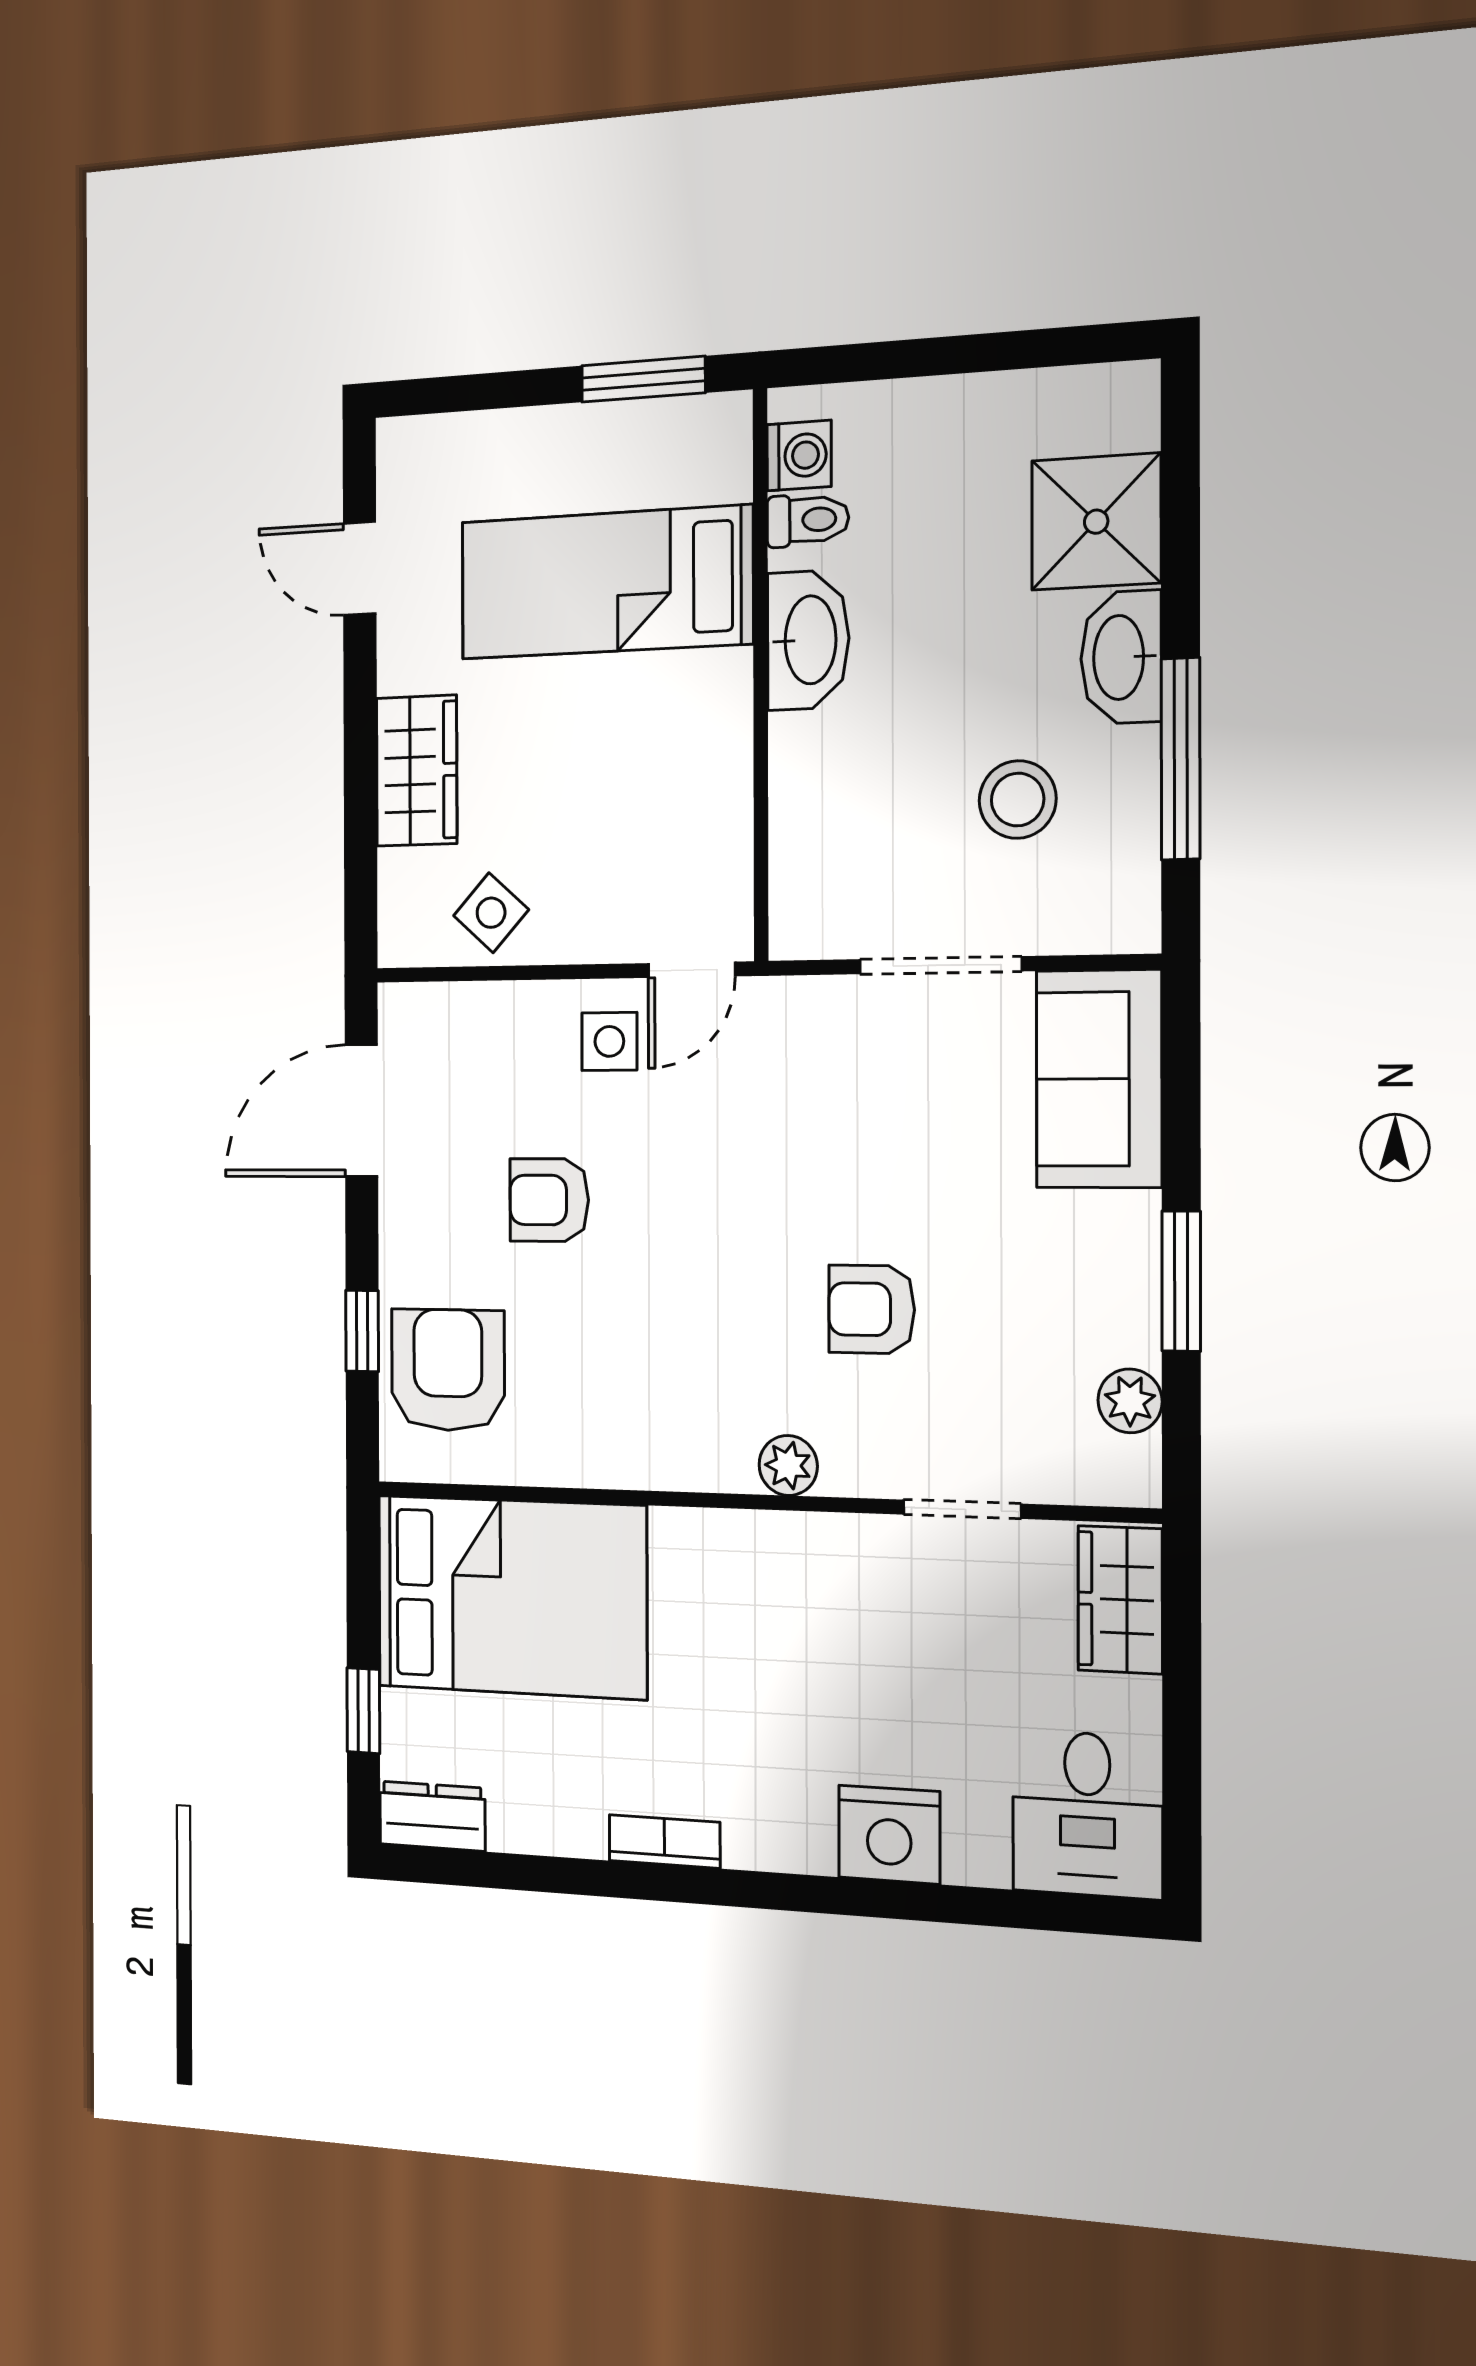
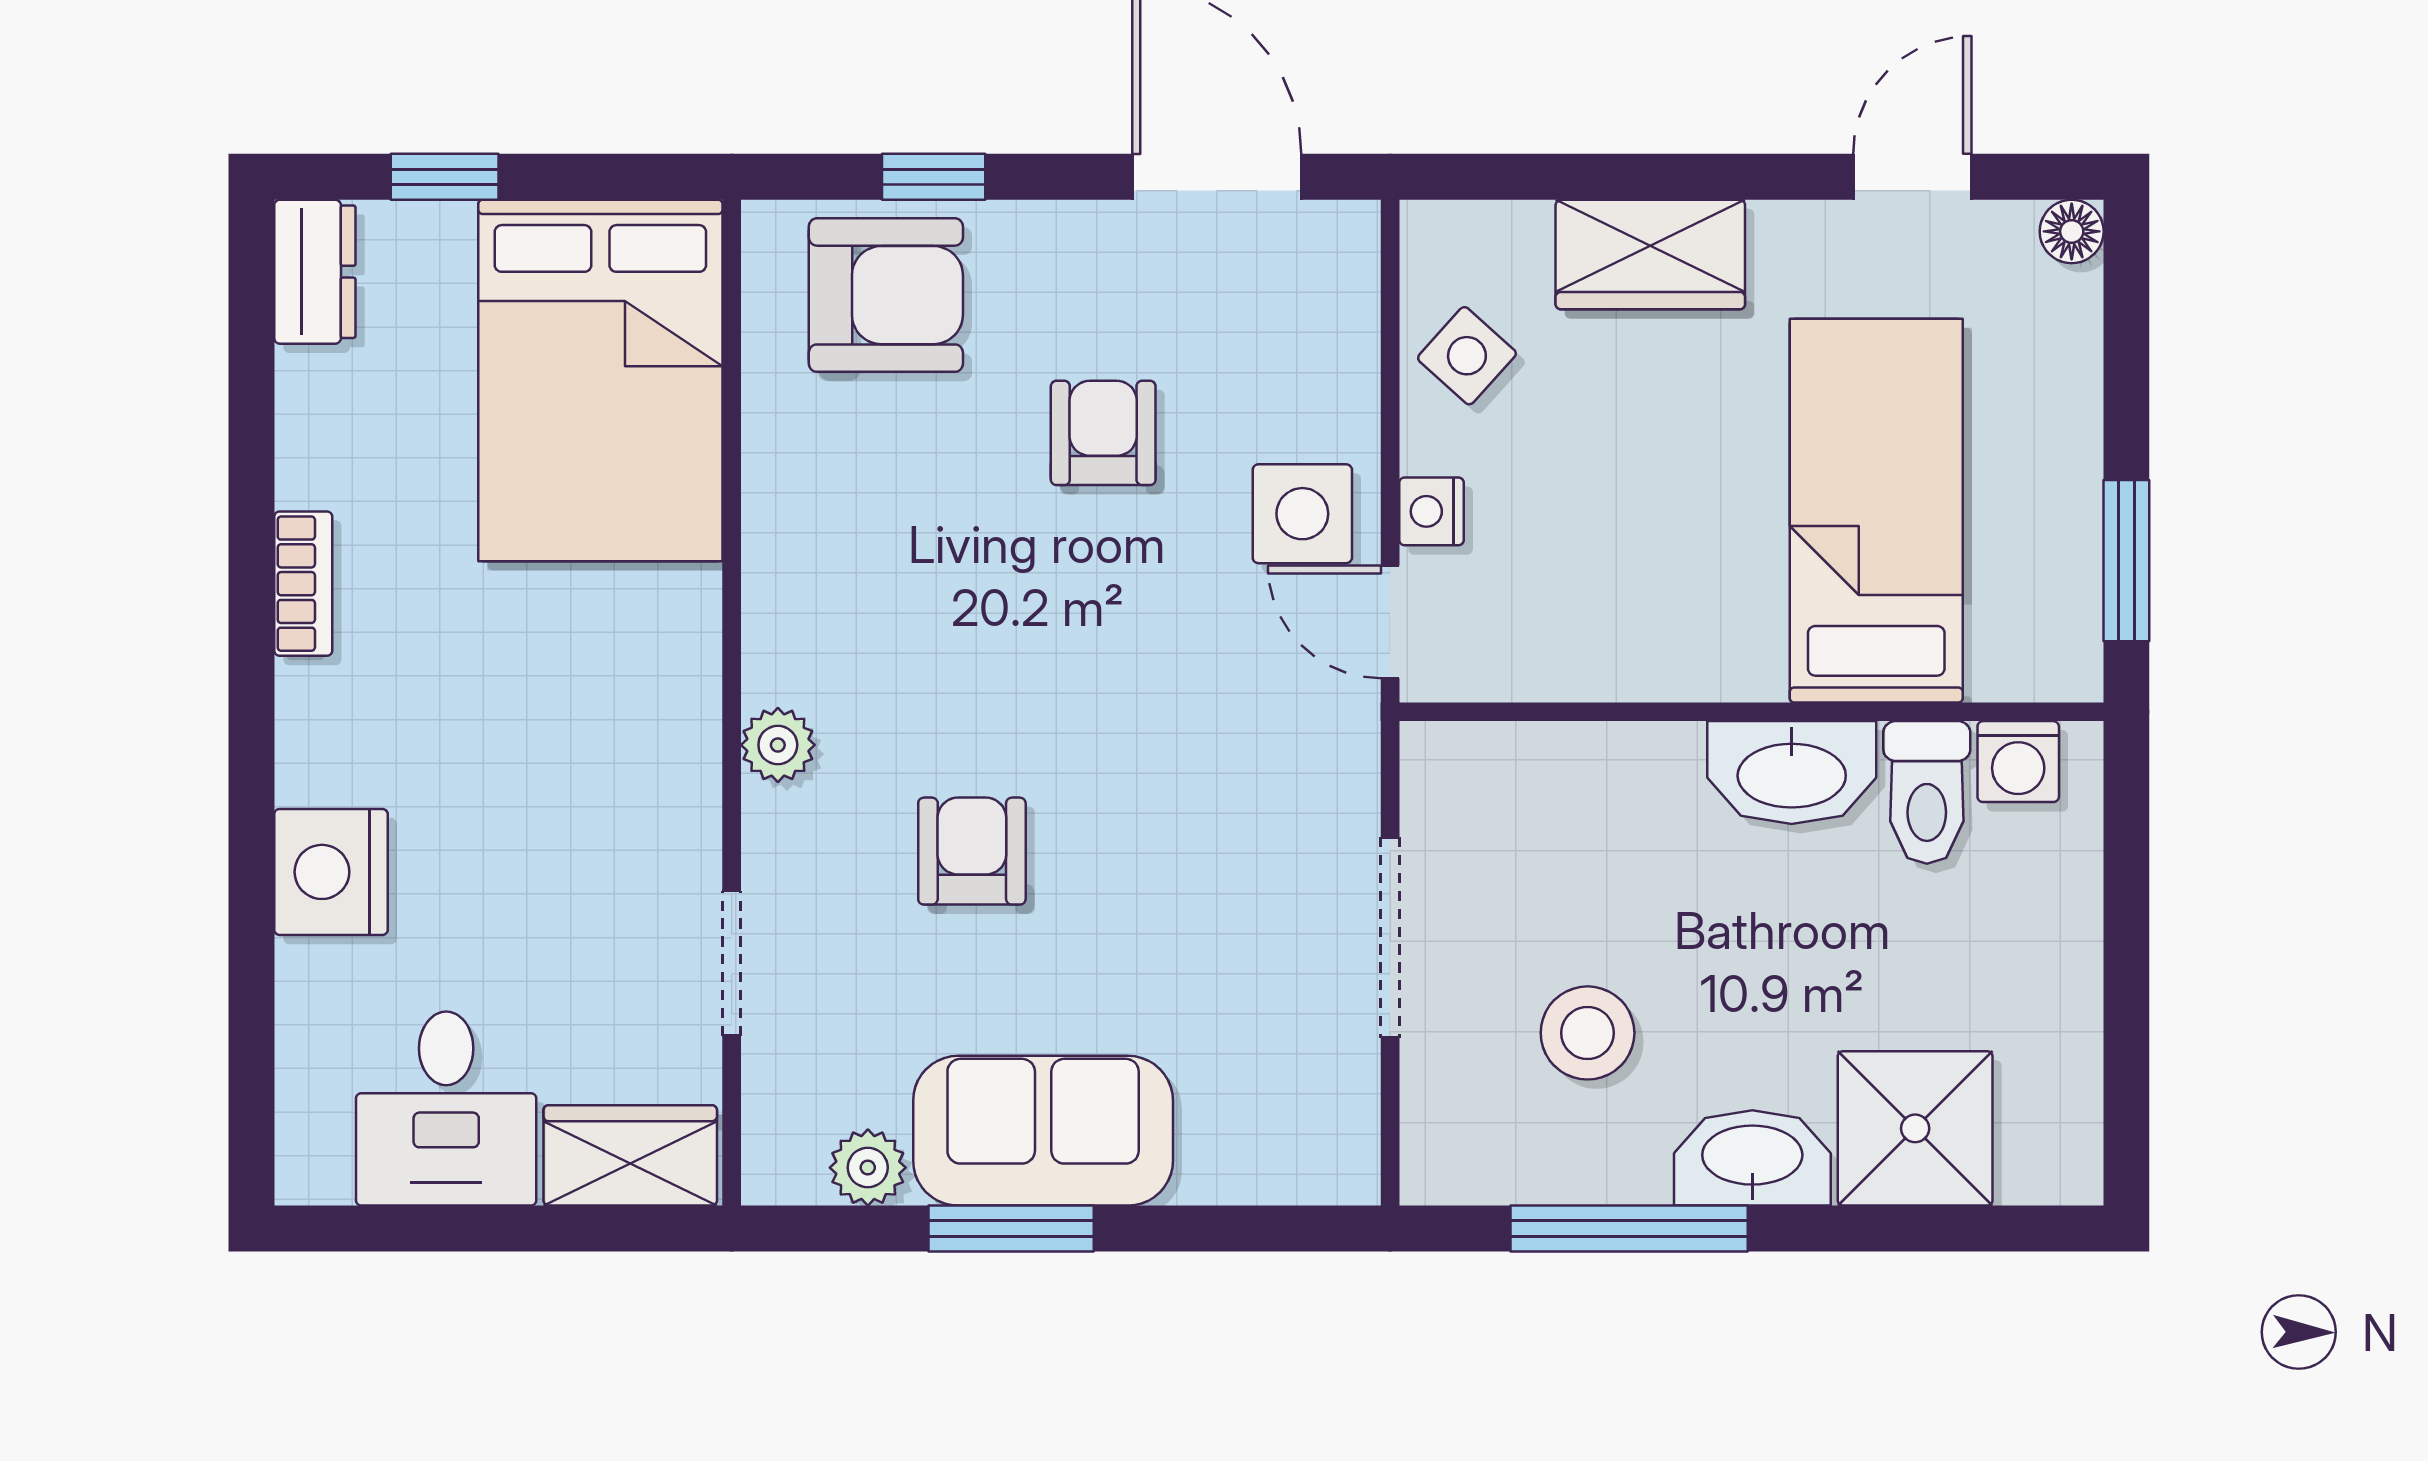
floor lamp: (399, 441) -> (2072, 231), added
toilet: (808, 520) -> (1927, 792), width x1.37, depth x1.39
nightstand: (607, 938) -> (1431, 511), added
side table: (609, 1041) -> (1302, 514), width x1.37, depth x1.37
sofa: (1099, 1079) -> (1043, 1131), moved
desk: (1087, 1814) -> (446, 1109), moved, turned -90

